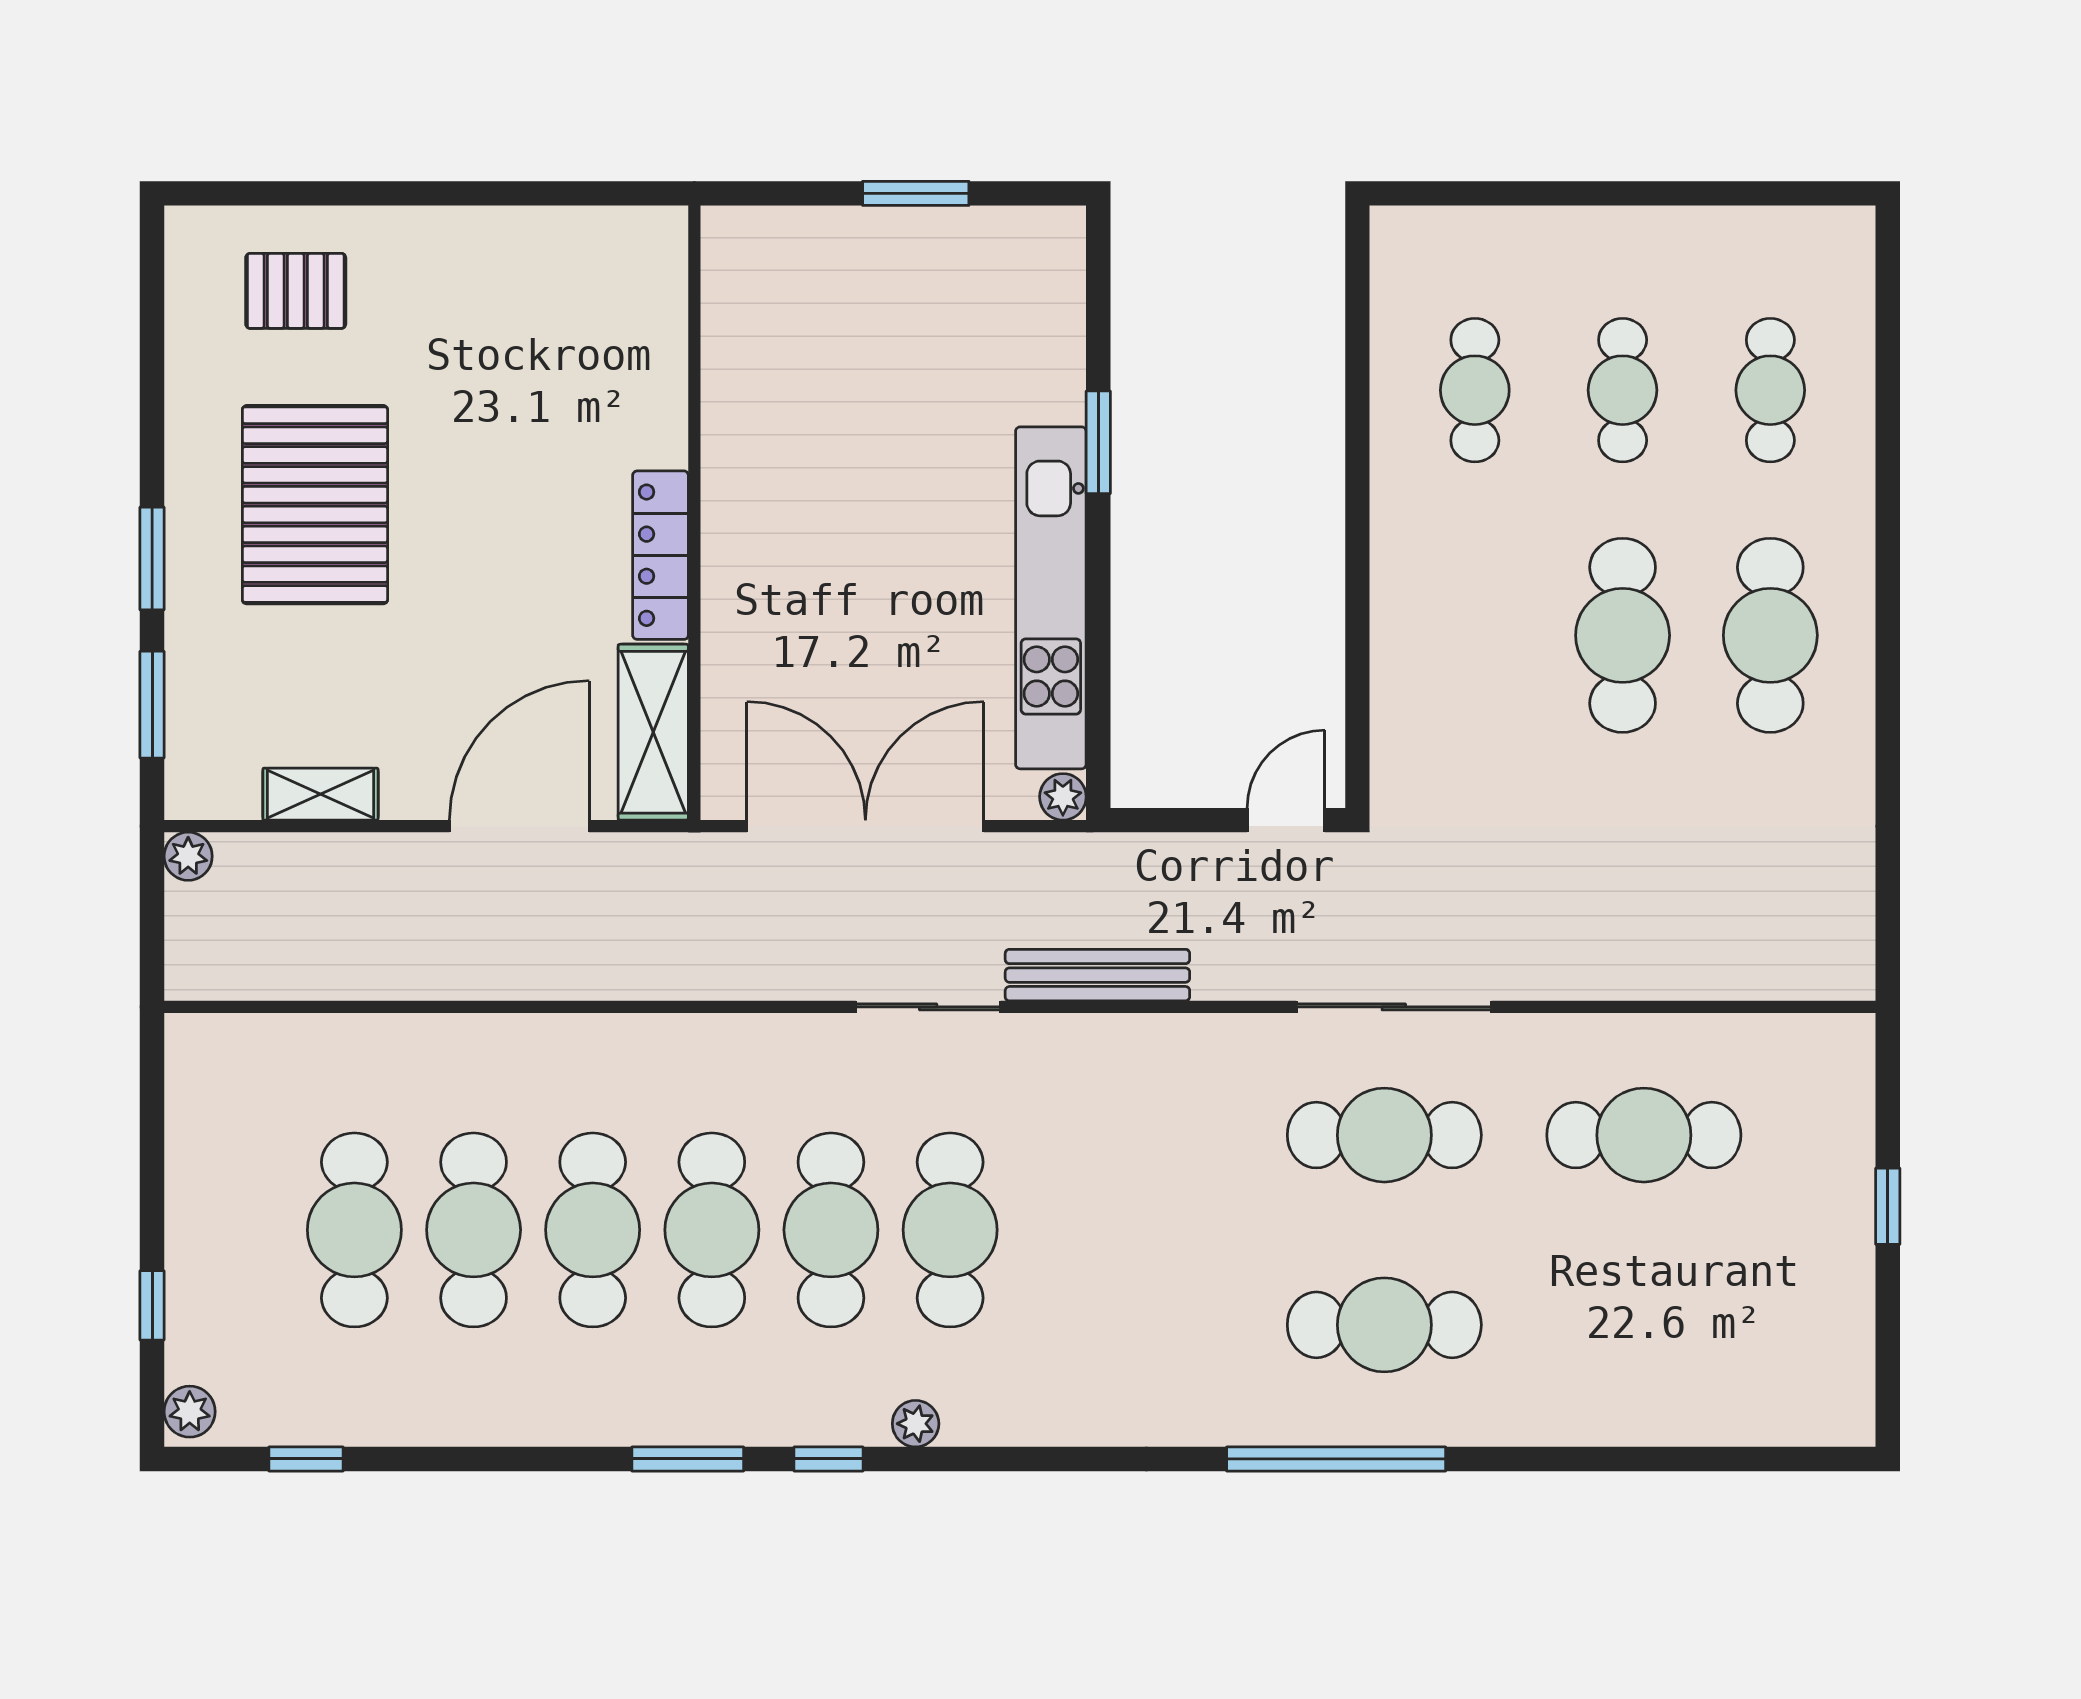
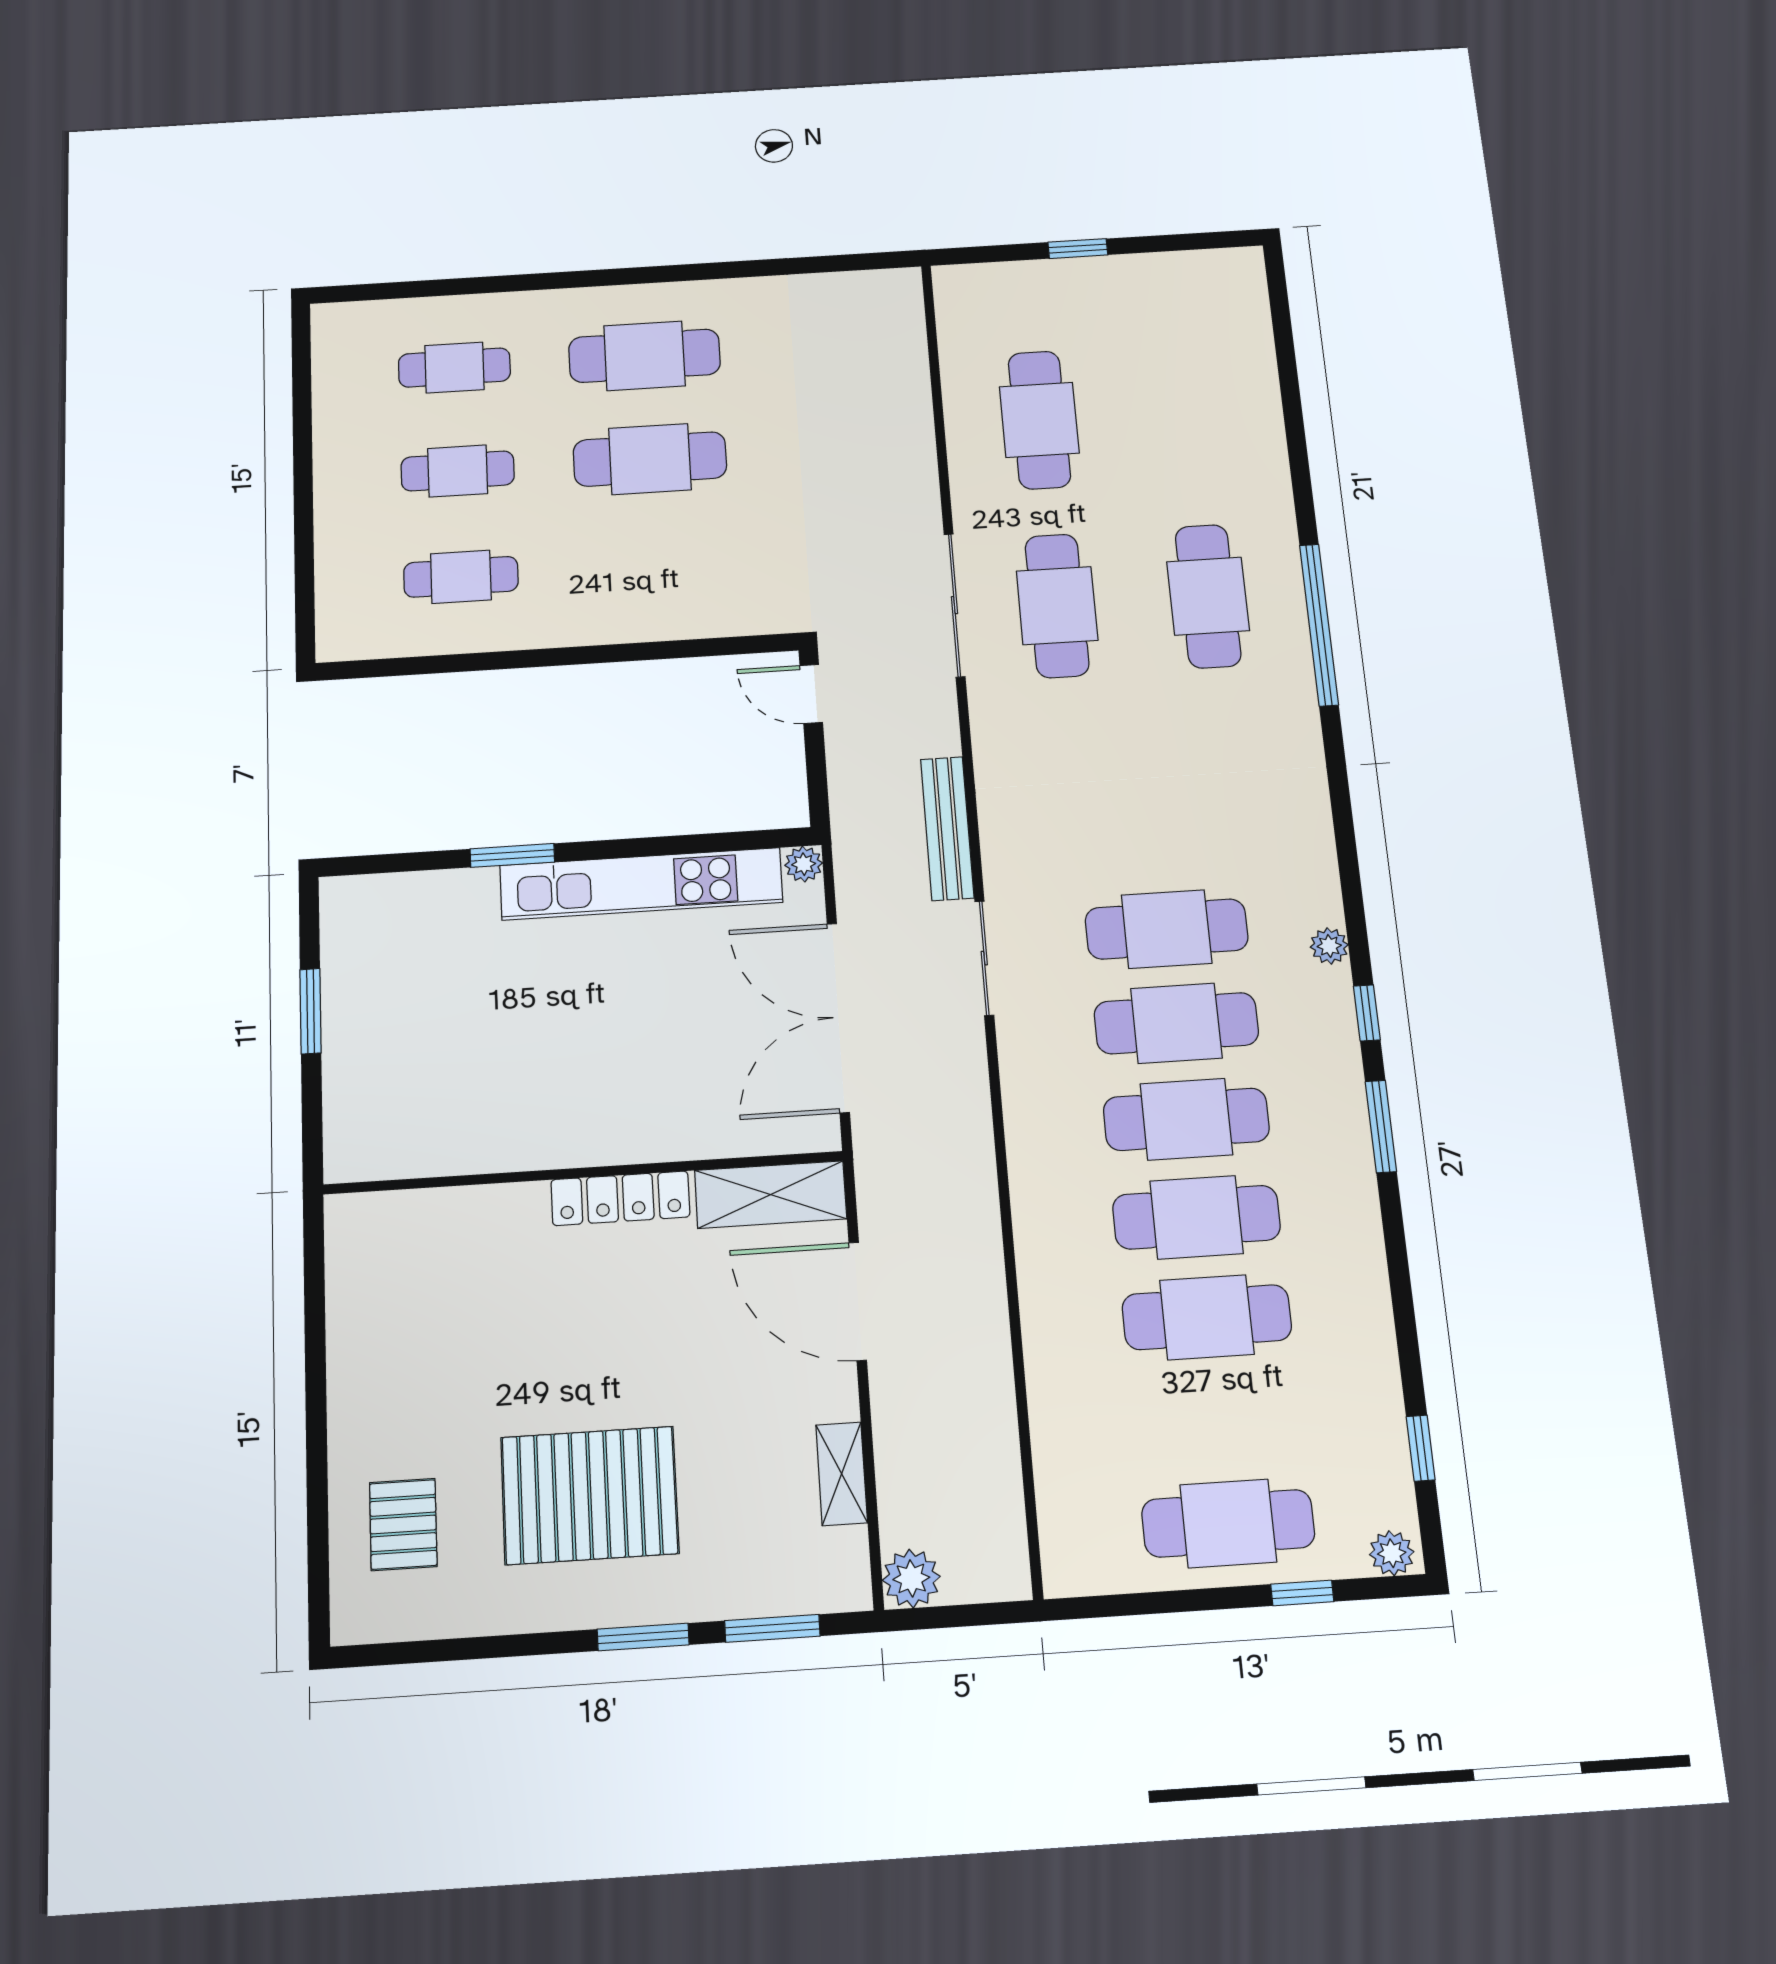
plant: (188, 856) -> (911, 1578), width x1.38, depth x1.38
cafe table: (354, 1230) -> (1228, 1523), moved

